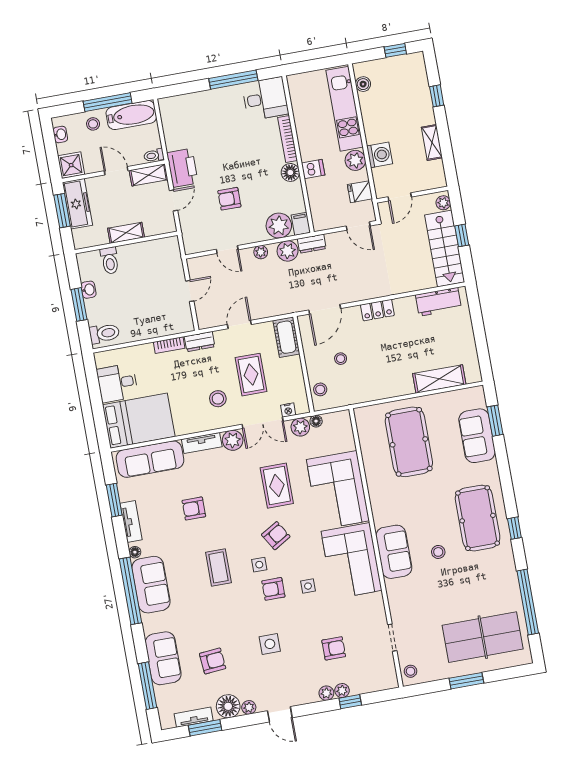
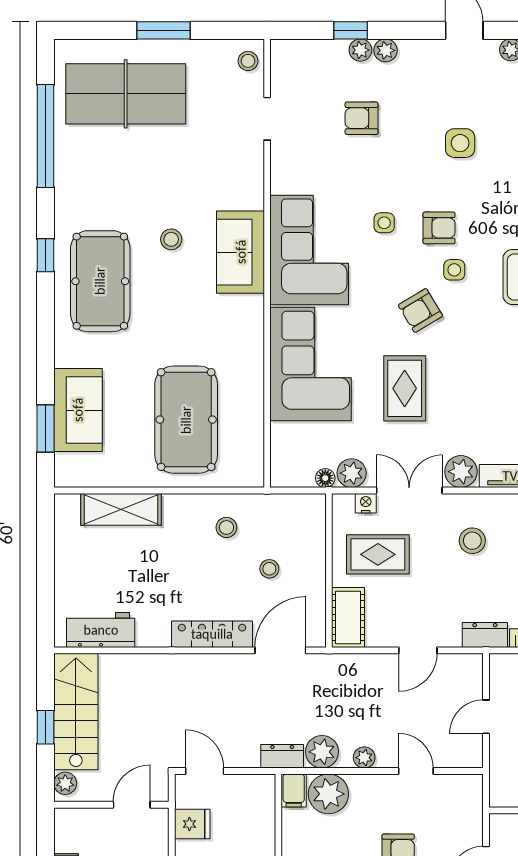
locker: (377, 310) -> (212, 634), width x1.53
rug: (251, 375) -> (378, 554), moved, turned 90
stool: (320, 389) -> (226, 527), moved

